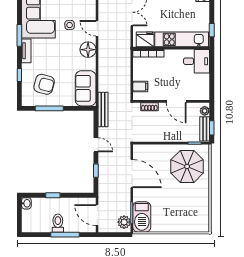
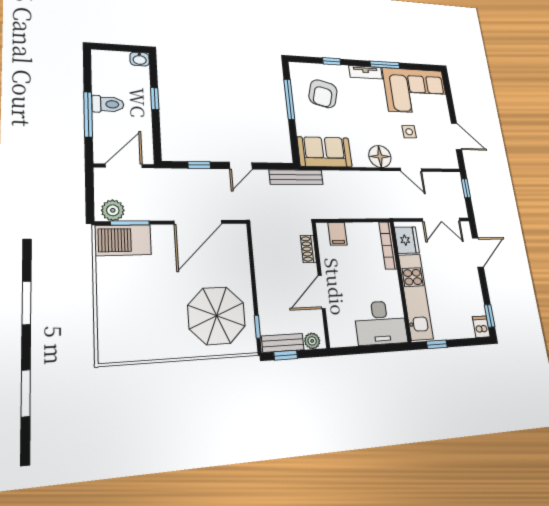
door: (97, 28) -> (411, 170), swing flipped
desk: (197, 61) -> (381, 323), width x1.37

